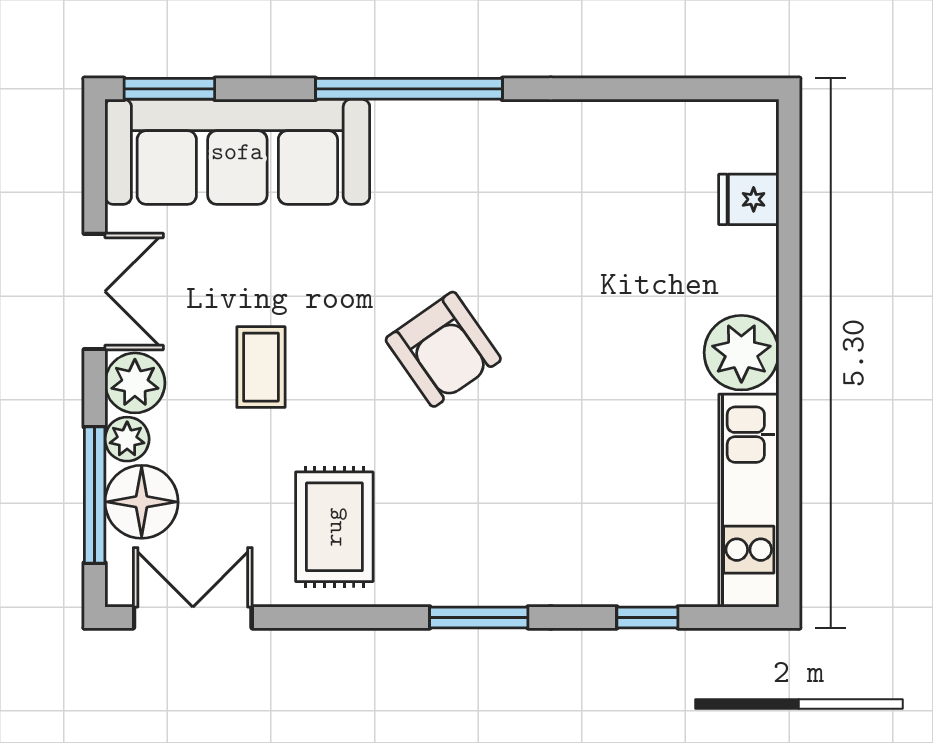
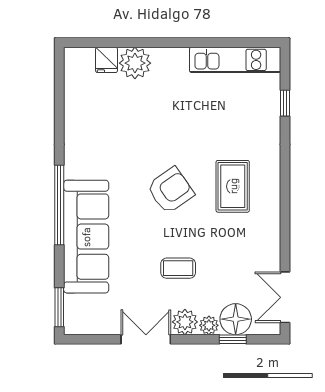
sofa: (237, 152) -> (86, 237), moved
plant: (741, 353) -> (135, 63), moved
window: (95, 495) -> (233, 339), width x0.46
rug: (334, 527) -> (233, 186), moved, turned 90
window: (479, 617) -> (285, 175), removed

